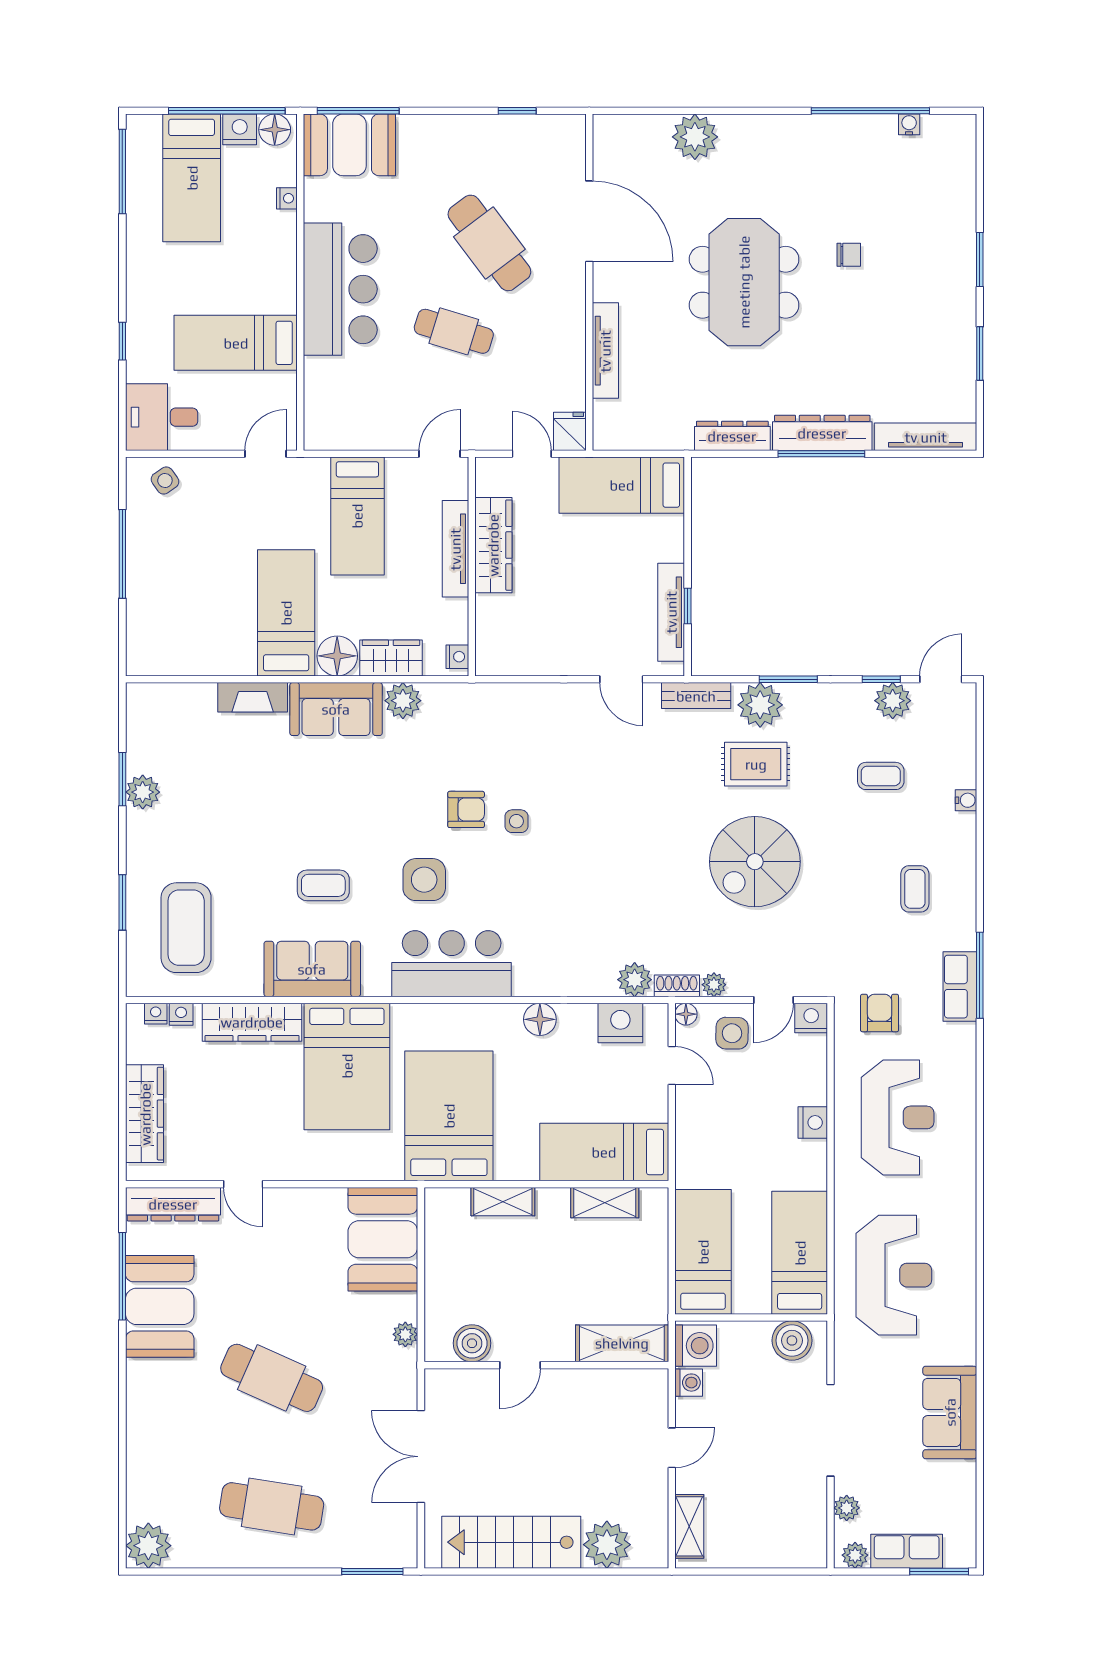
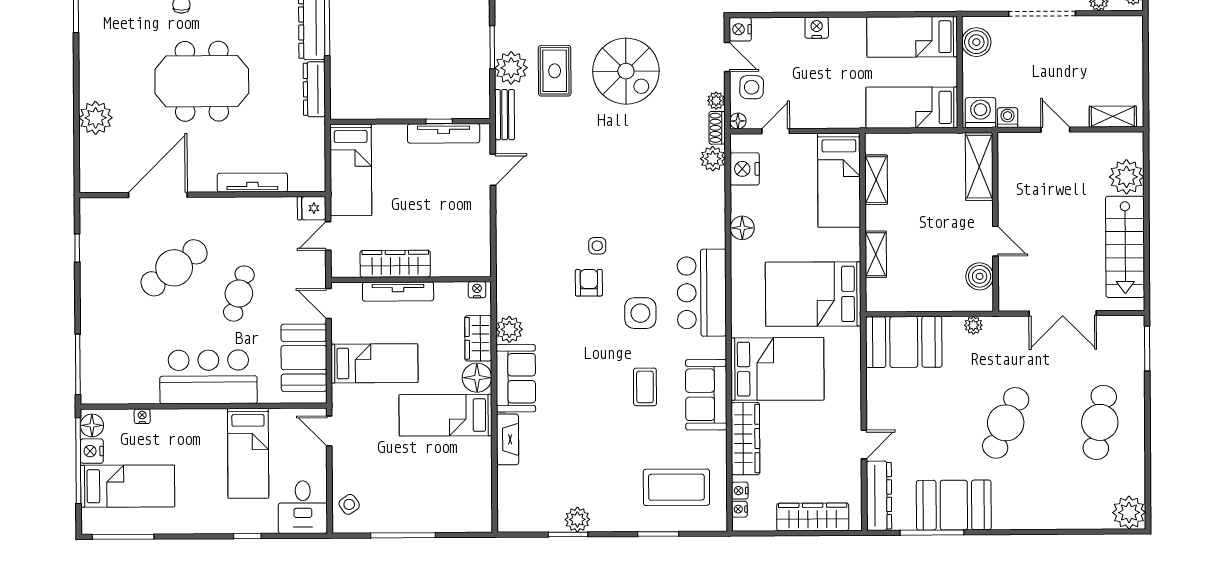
booth: (349, 145) -> (304, 358), moved

